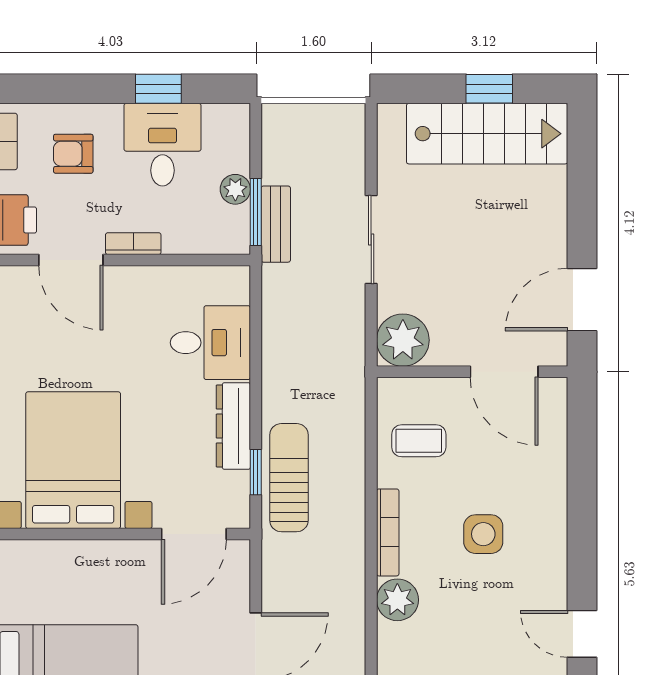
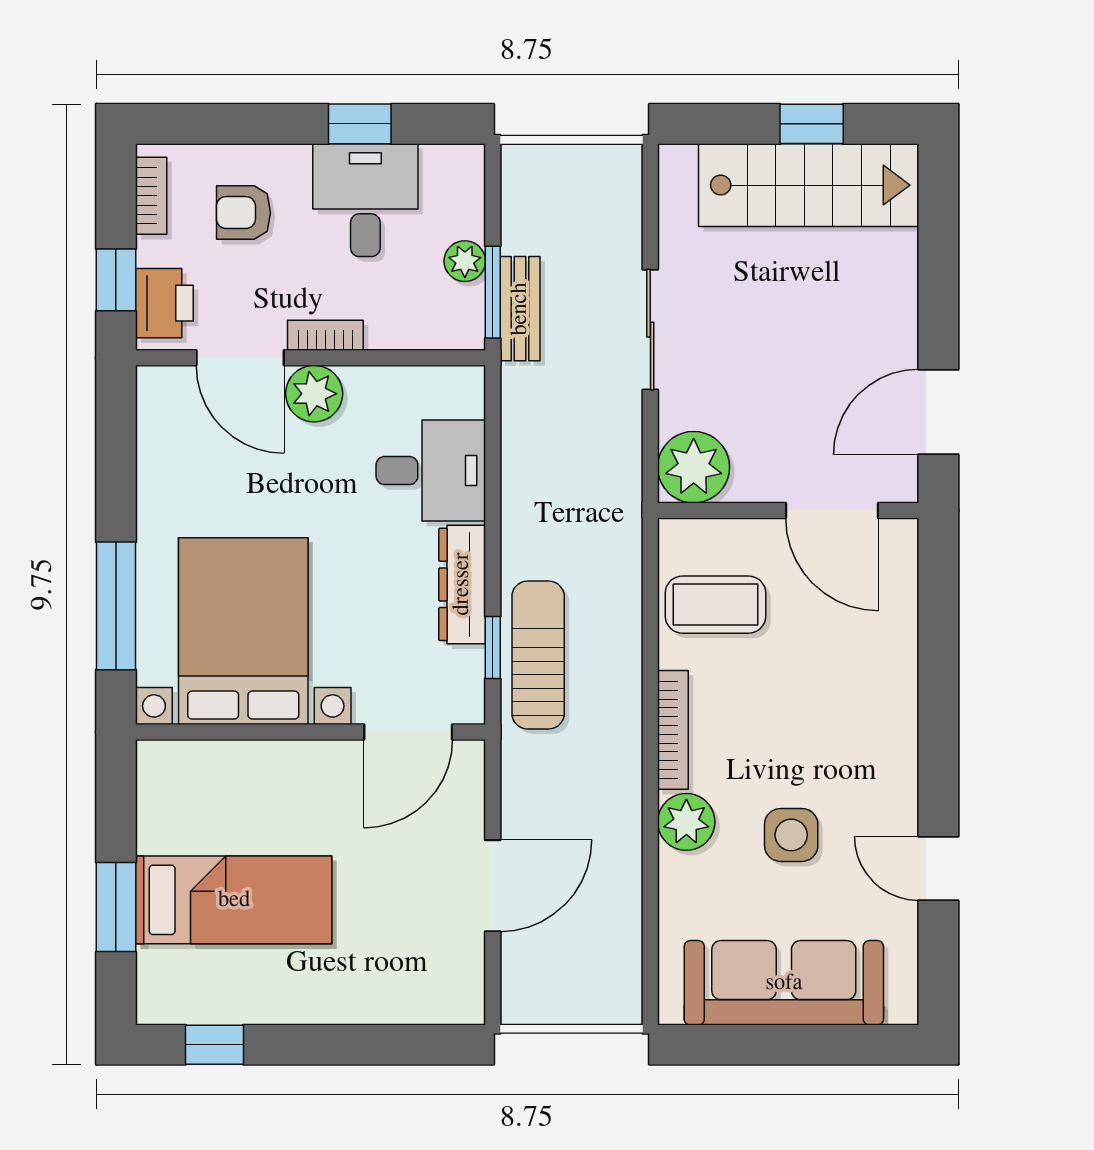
plant: (125, 286) -> (314, 394), added
coffee table: (419, 441) -> (715, 605), width x1.36, depth x1.30
side table: (483, 534) -> (791, 835), moved

